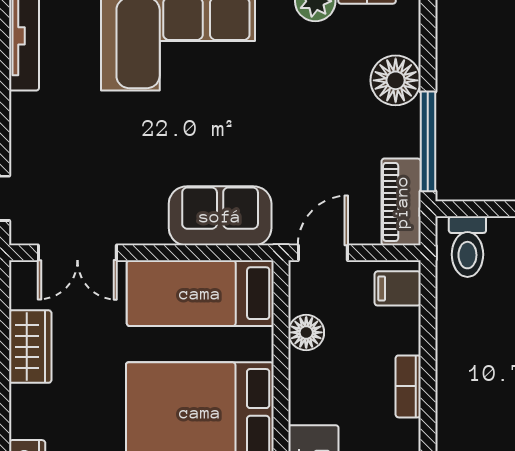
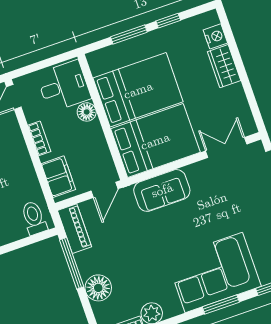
filing cabinet: (398, 288) -> (58, 177), width x2.00
bed: (200, 293) -> (155, 141), width x1.50
floor lamp: (306, 332) -> (87, 112), moved
wardrobe: (30, 347) -> (224, 66), moved

